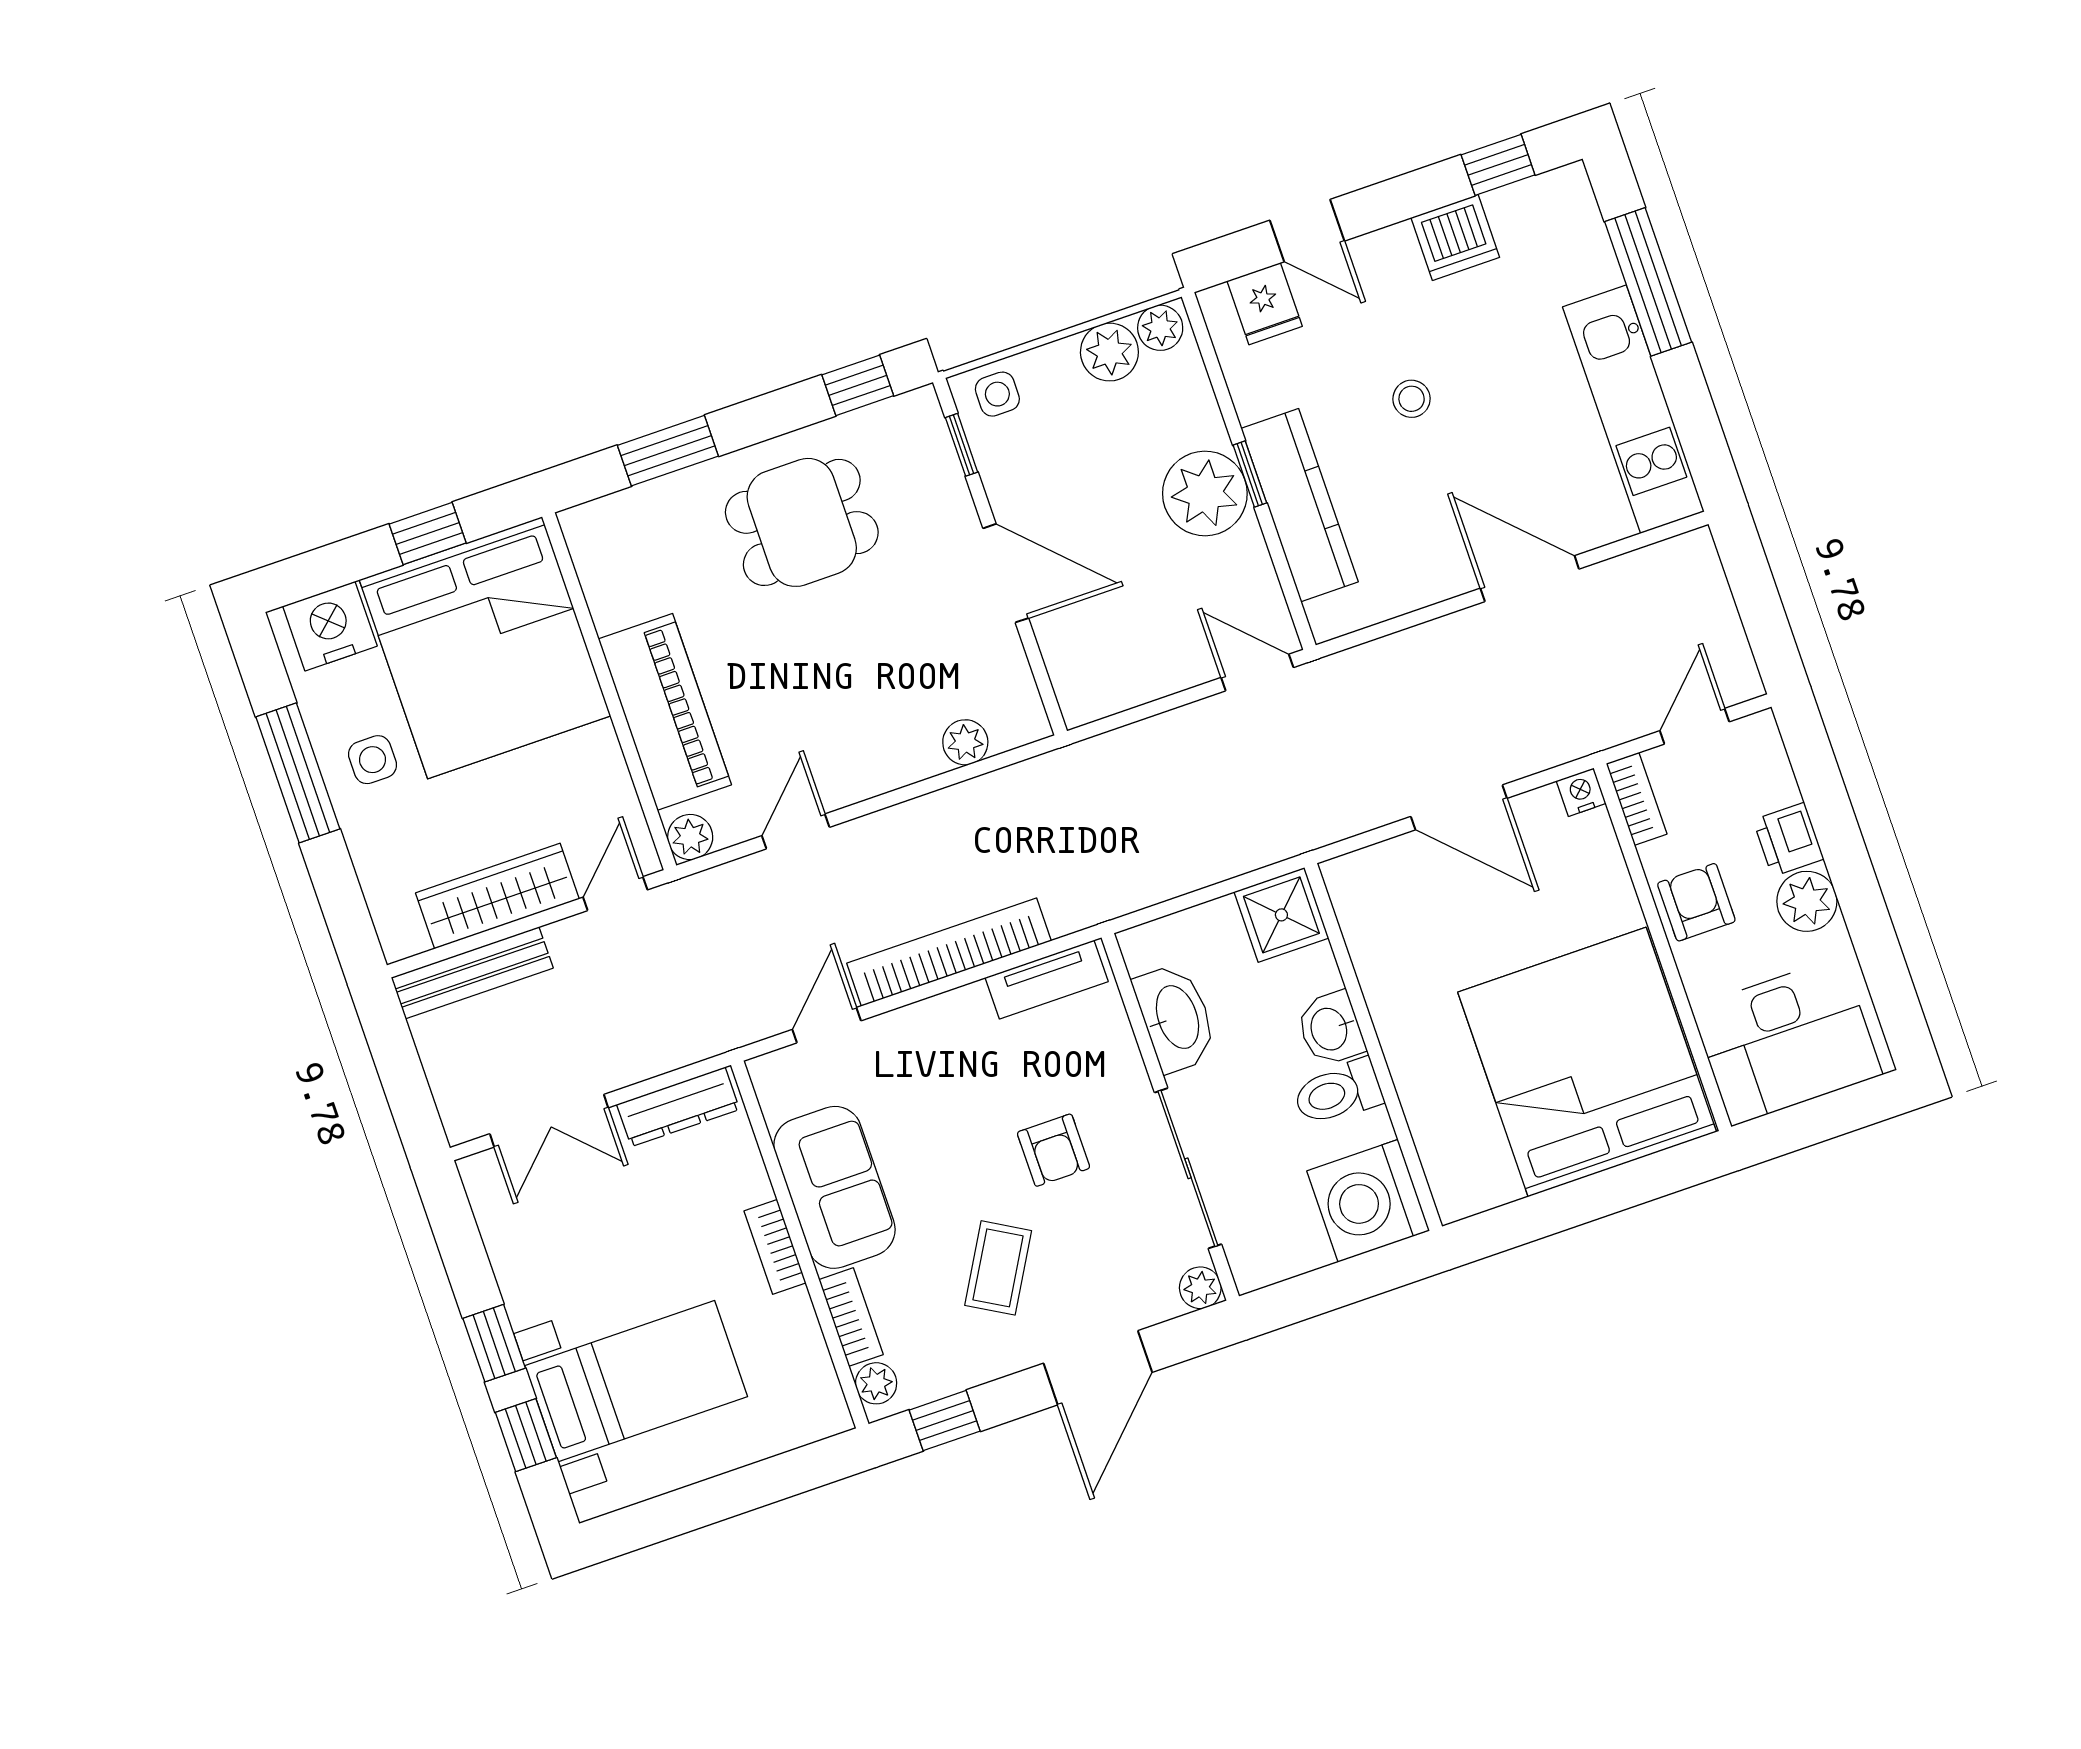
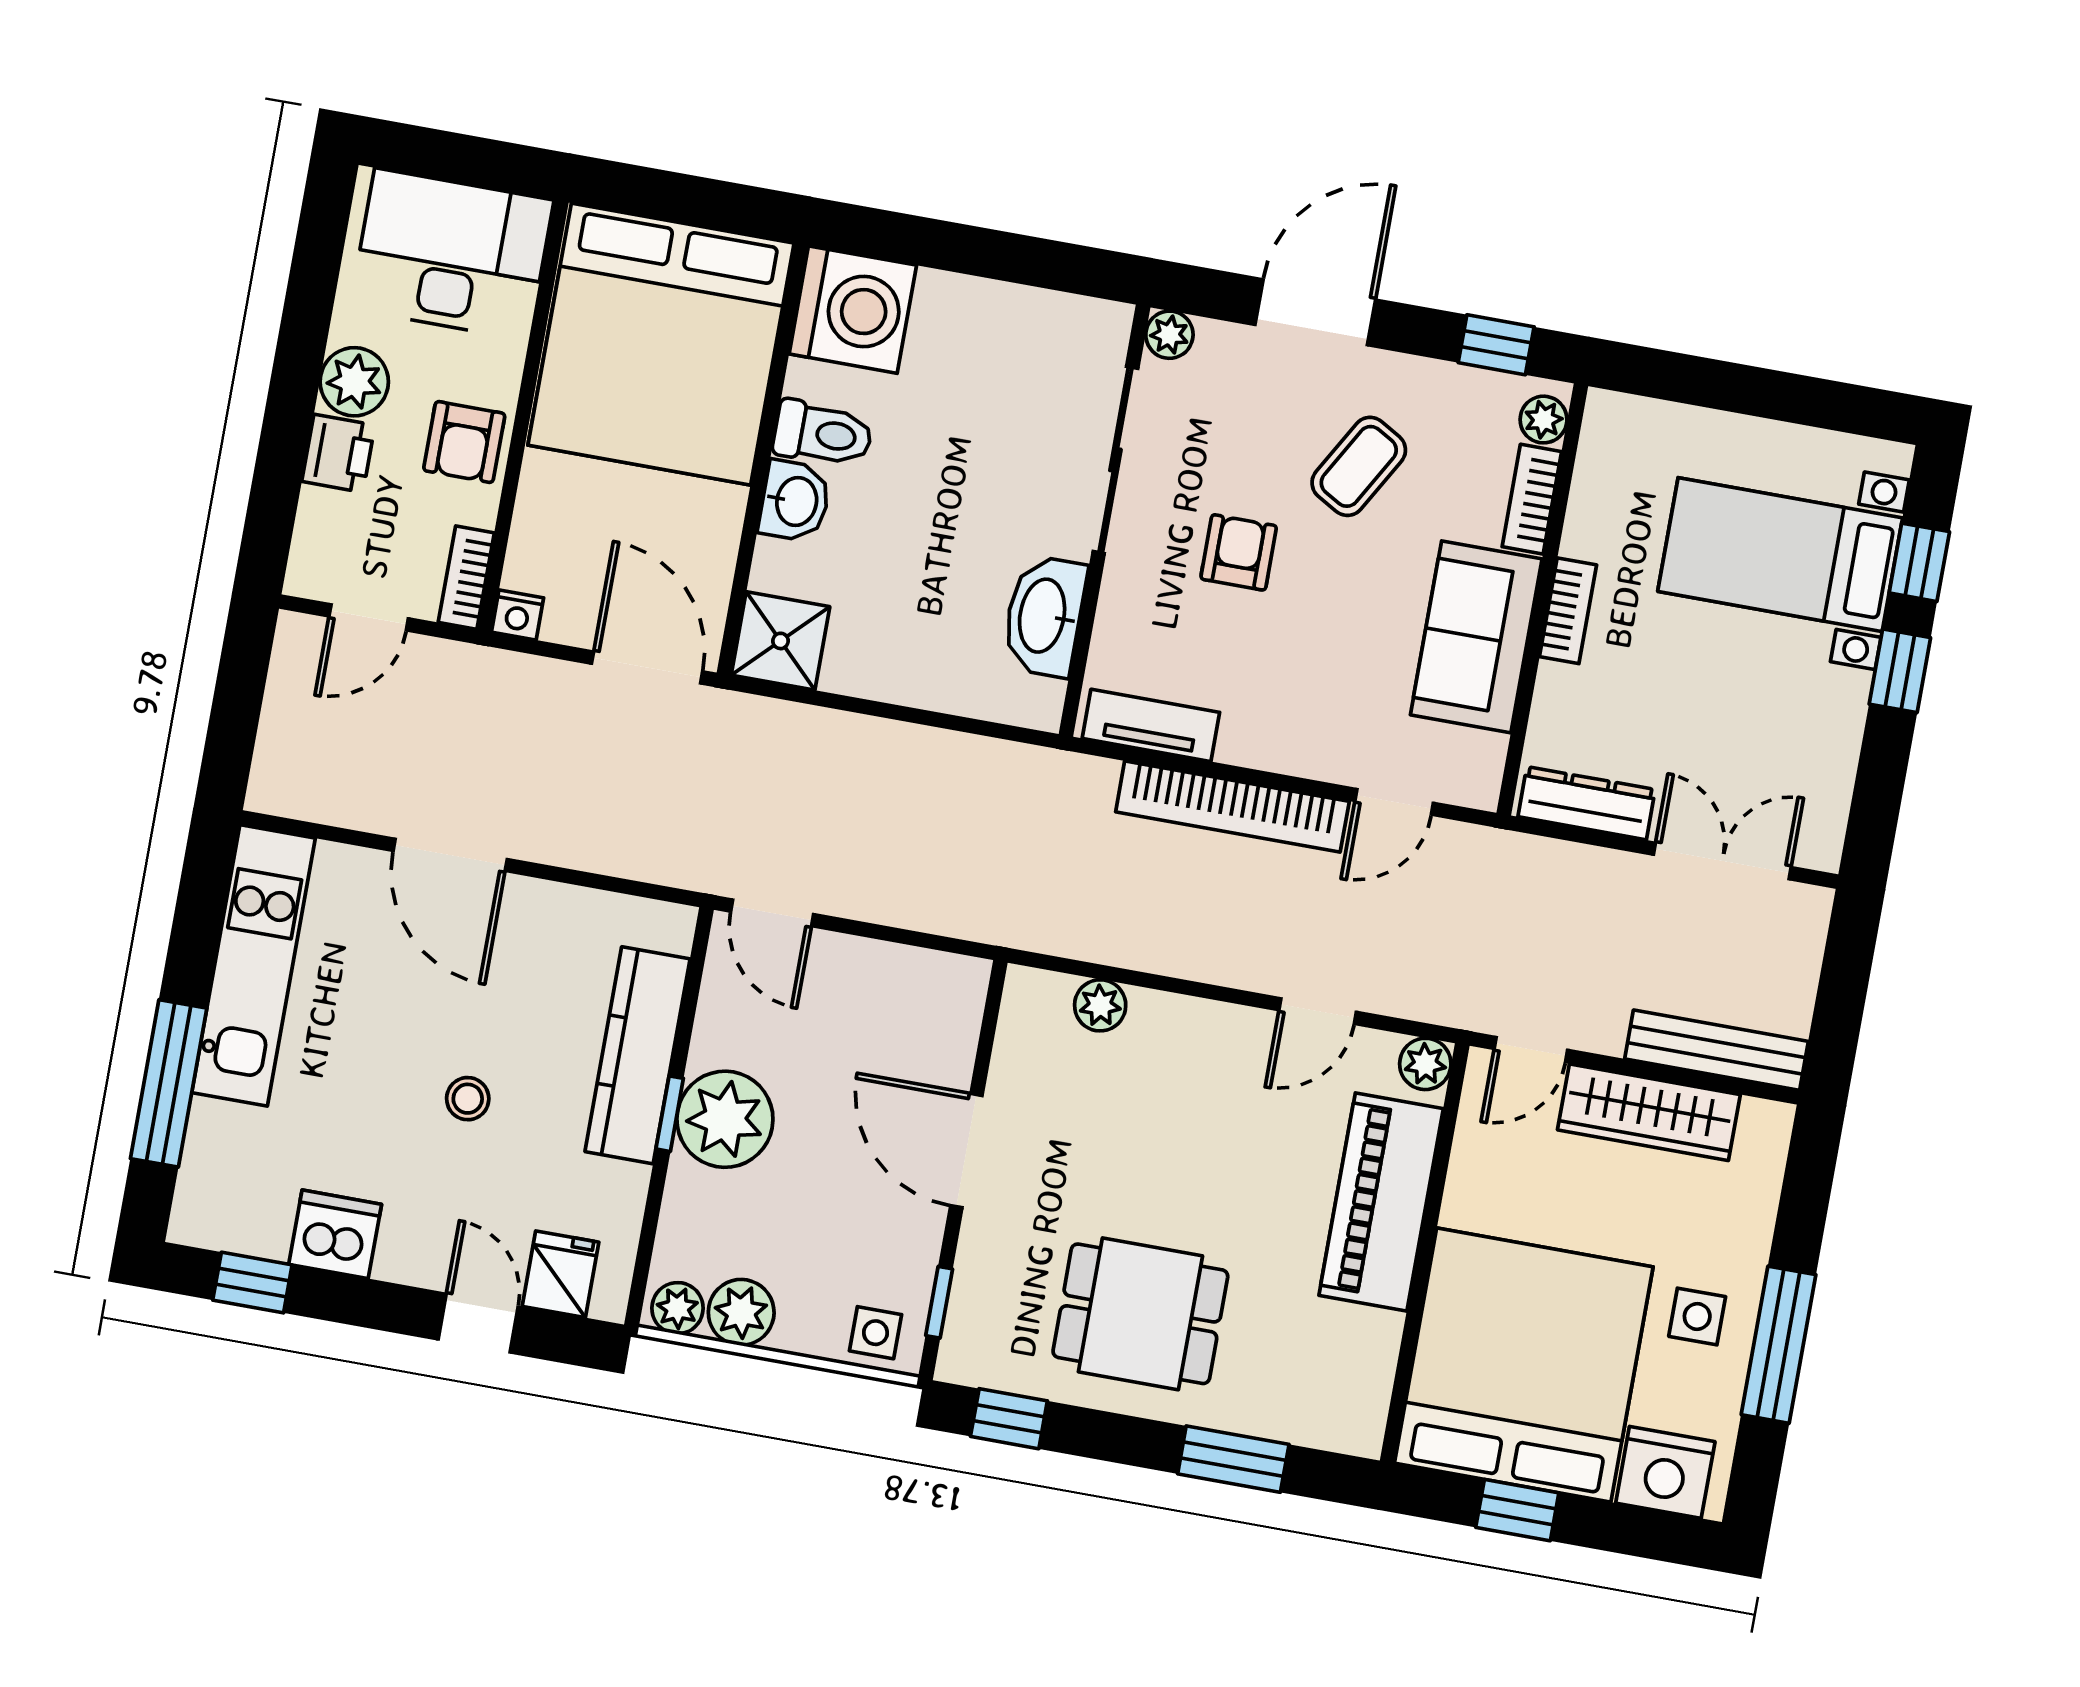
shower: (1281, 915) -> (781, 641), moved
washbasin: (1330, 1029) -> (795, 501), moved
wall: (1373, 1047) -> (763, 459), moved
toilet: (1338, 1092) -> (823, 434), moved
washing machine: (1368, 1201) -> (853, 310), moved

